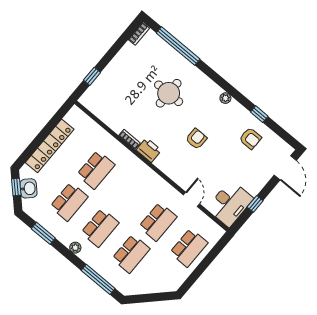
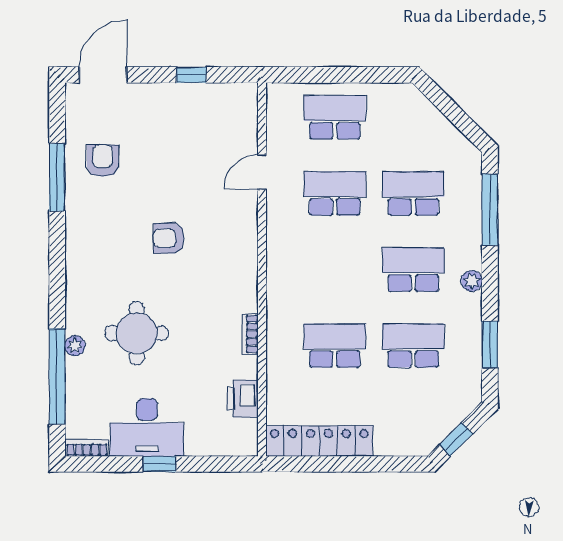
window: (92, 76) -> (160, 464), moved
plant: (225, 98) -> (75, 346), moved
window: (259, 114) -> (57, 177), width x2.17
locker: (50, 146) -> (319, 441), moved
printer: (149, 150) -> (243, 399), moved
washbasin: (29, 188) -> (443, 420), removed
desk: (230, 204) -> (147, 427), moved, turned 180

